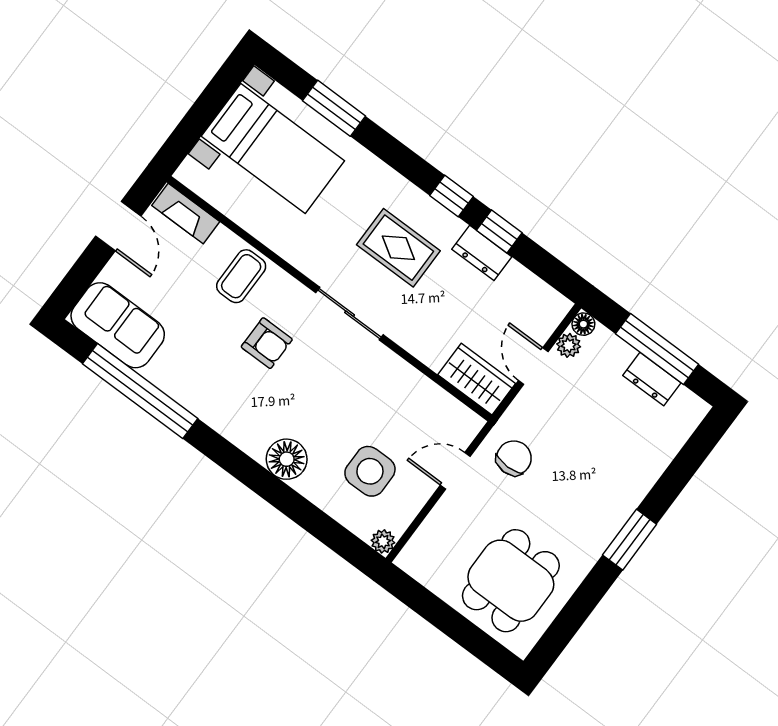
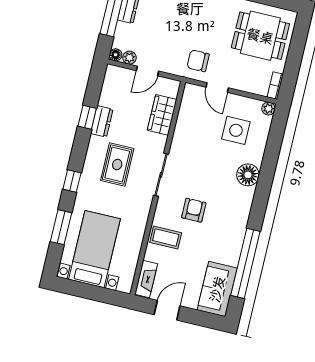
window: (452, 196) -> (72, 181), moved
wardrobe: (477, 379) -> (162, 115), moved
bookcase: (417, 569) -> (275, 86), added

